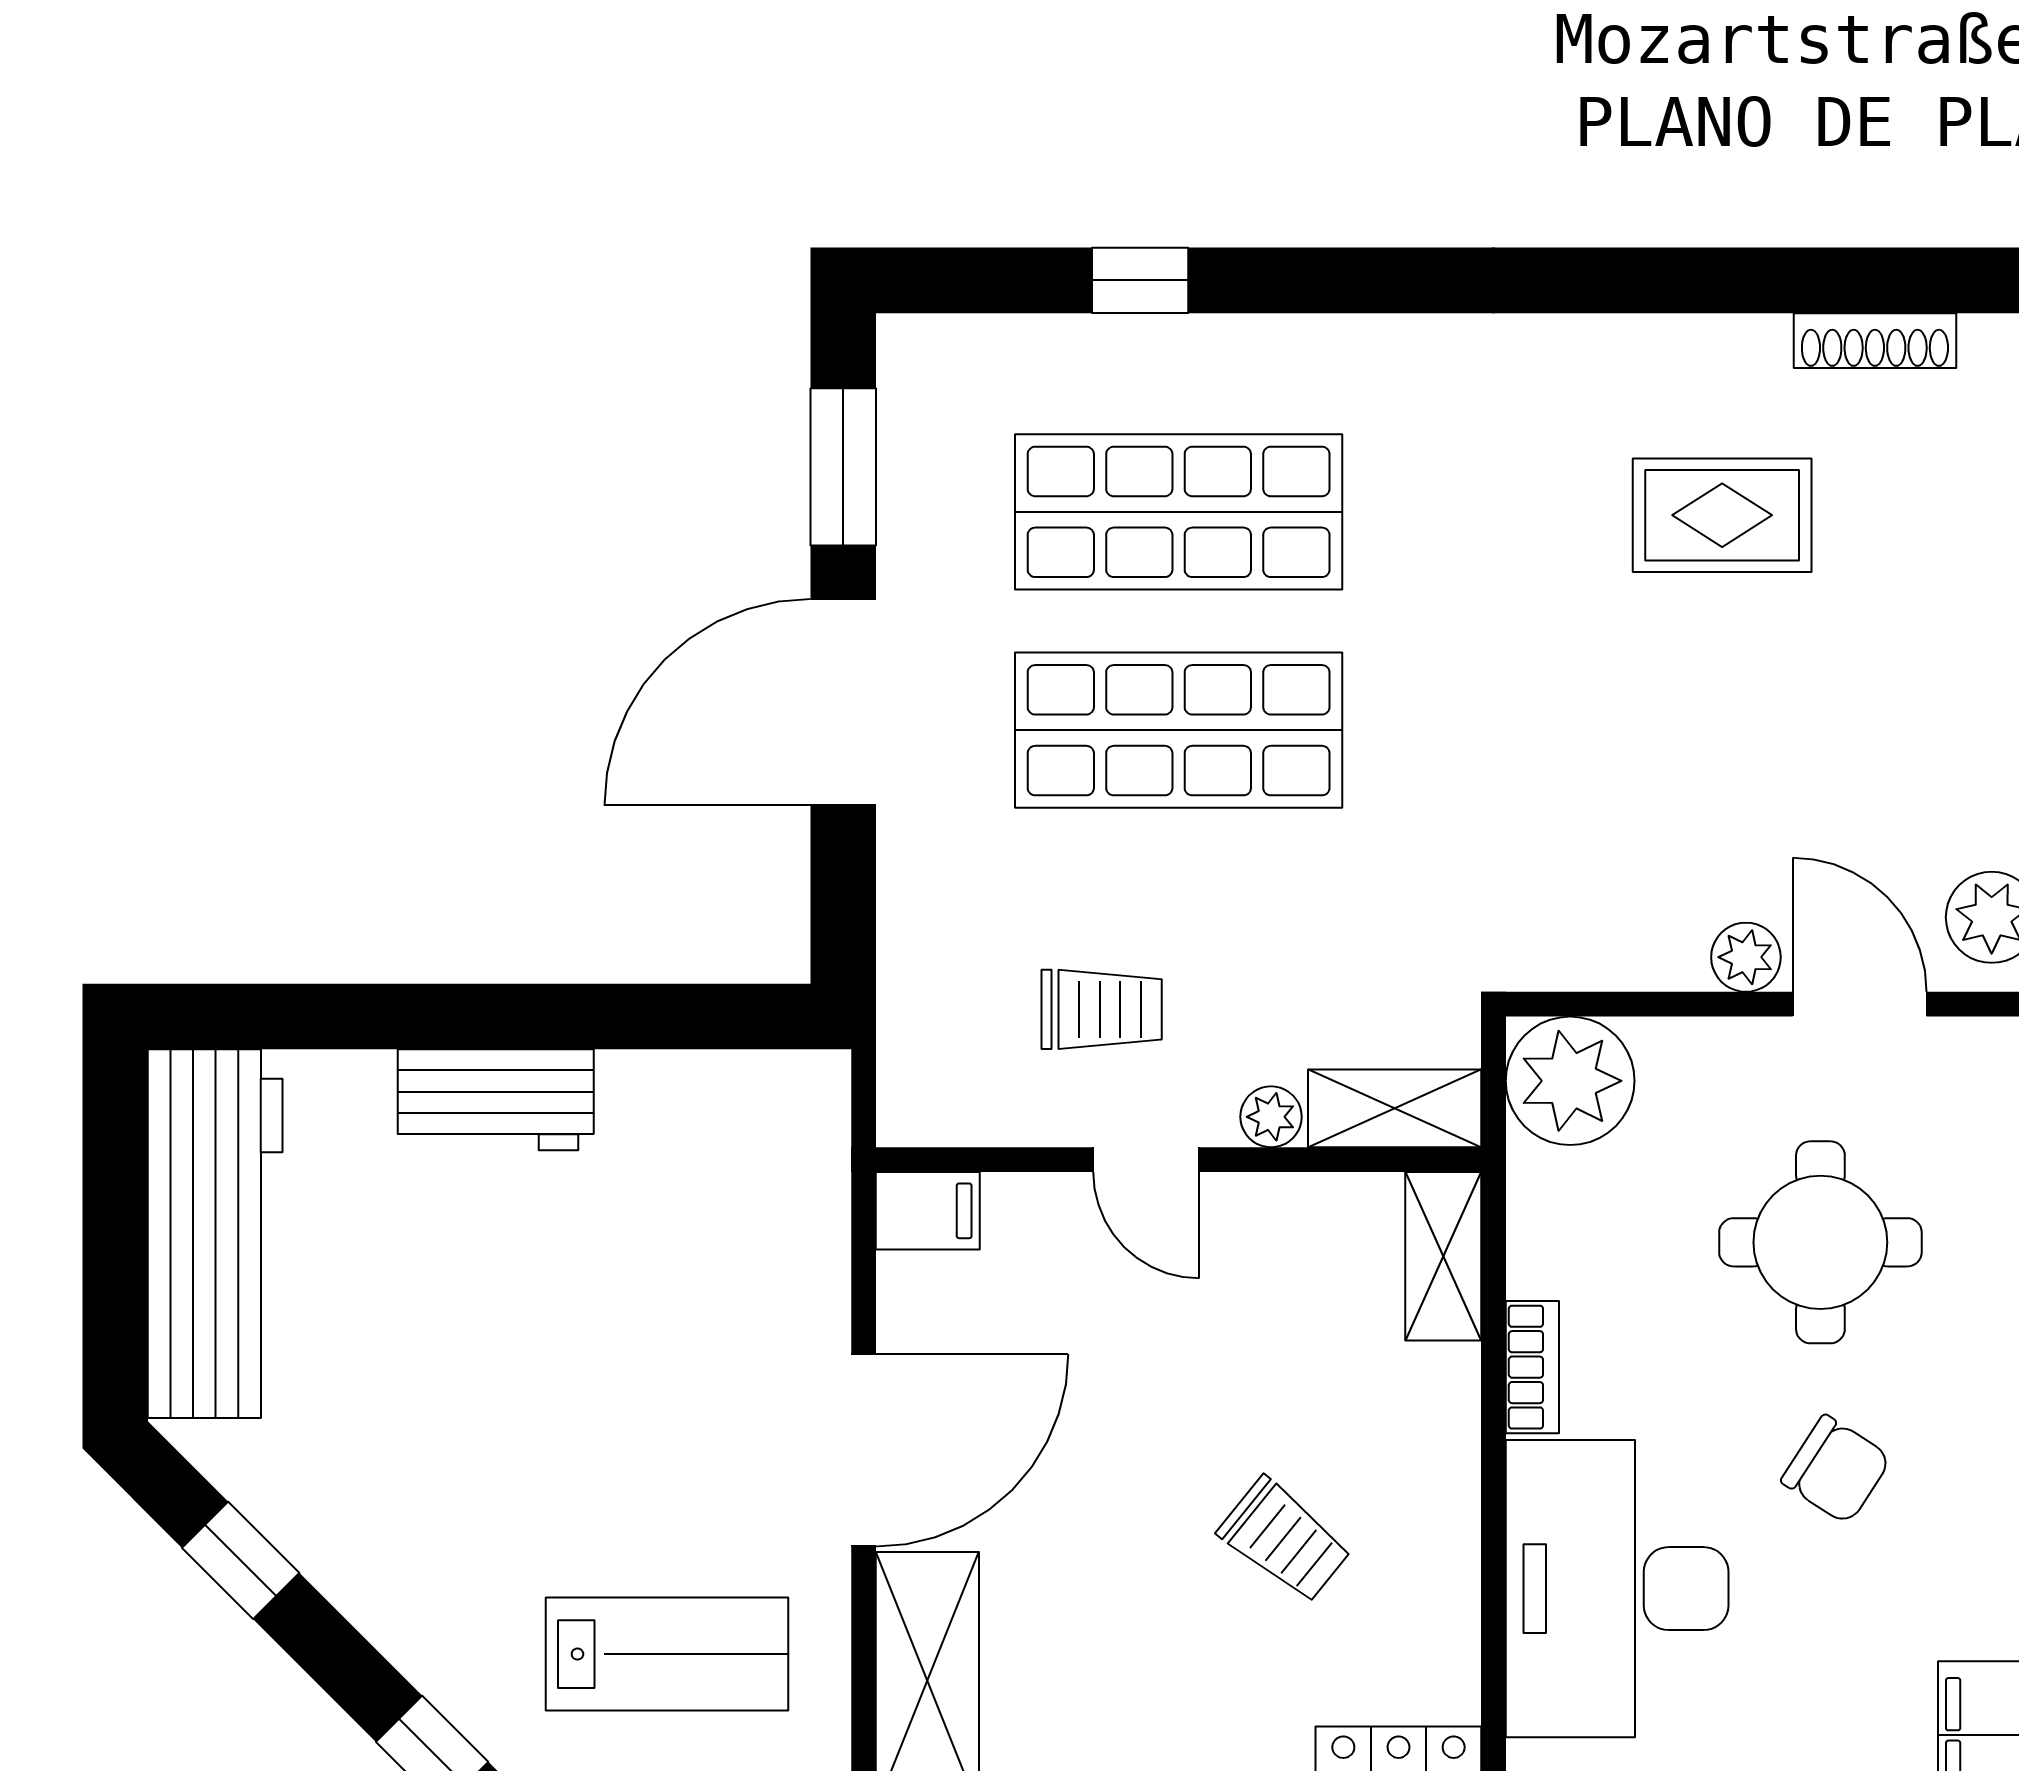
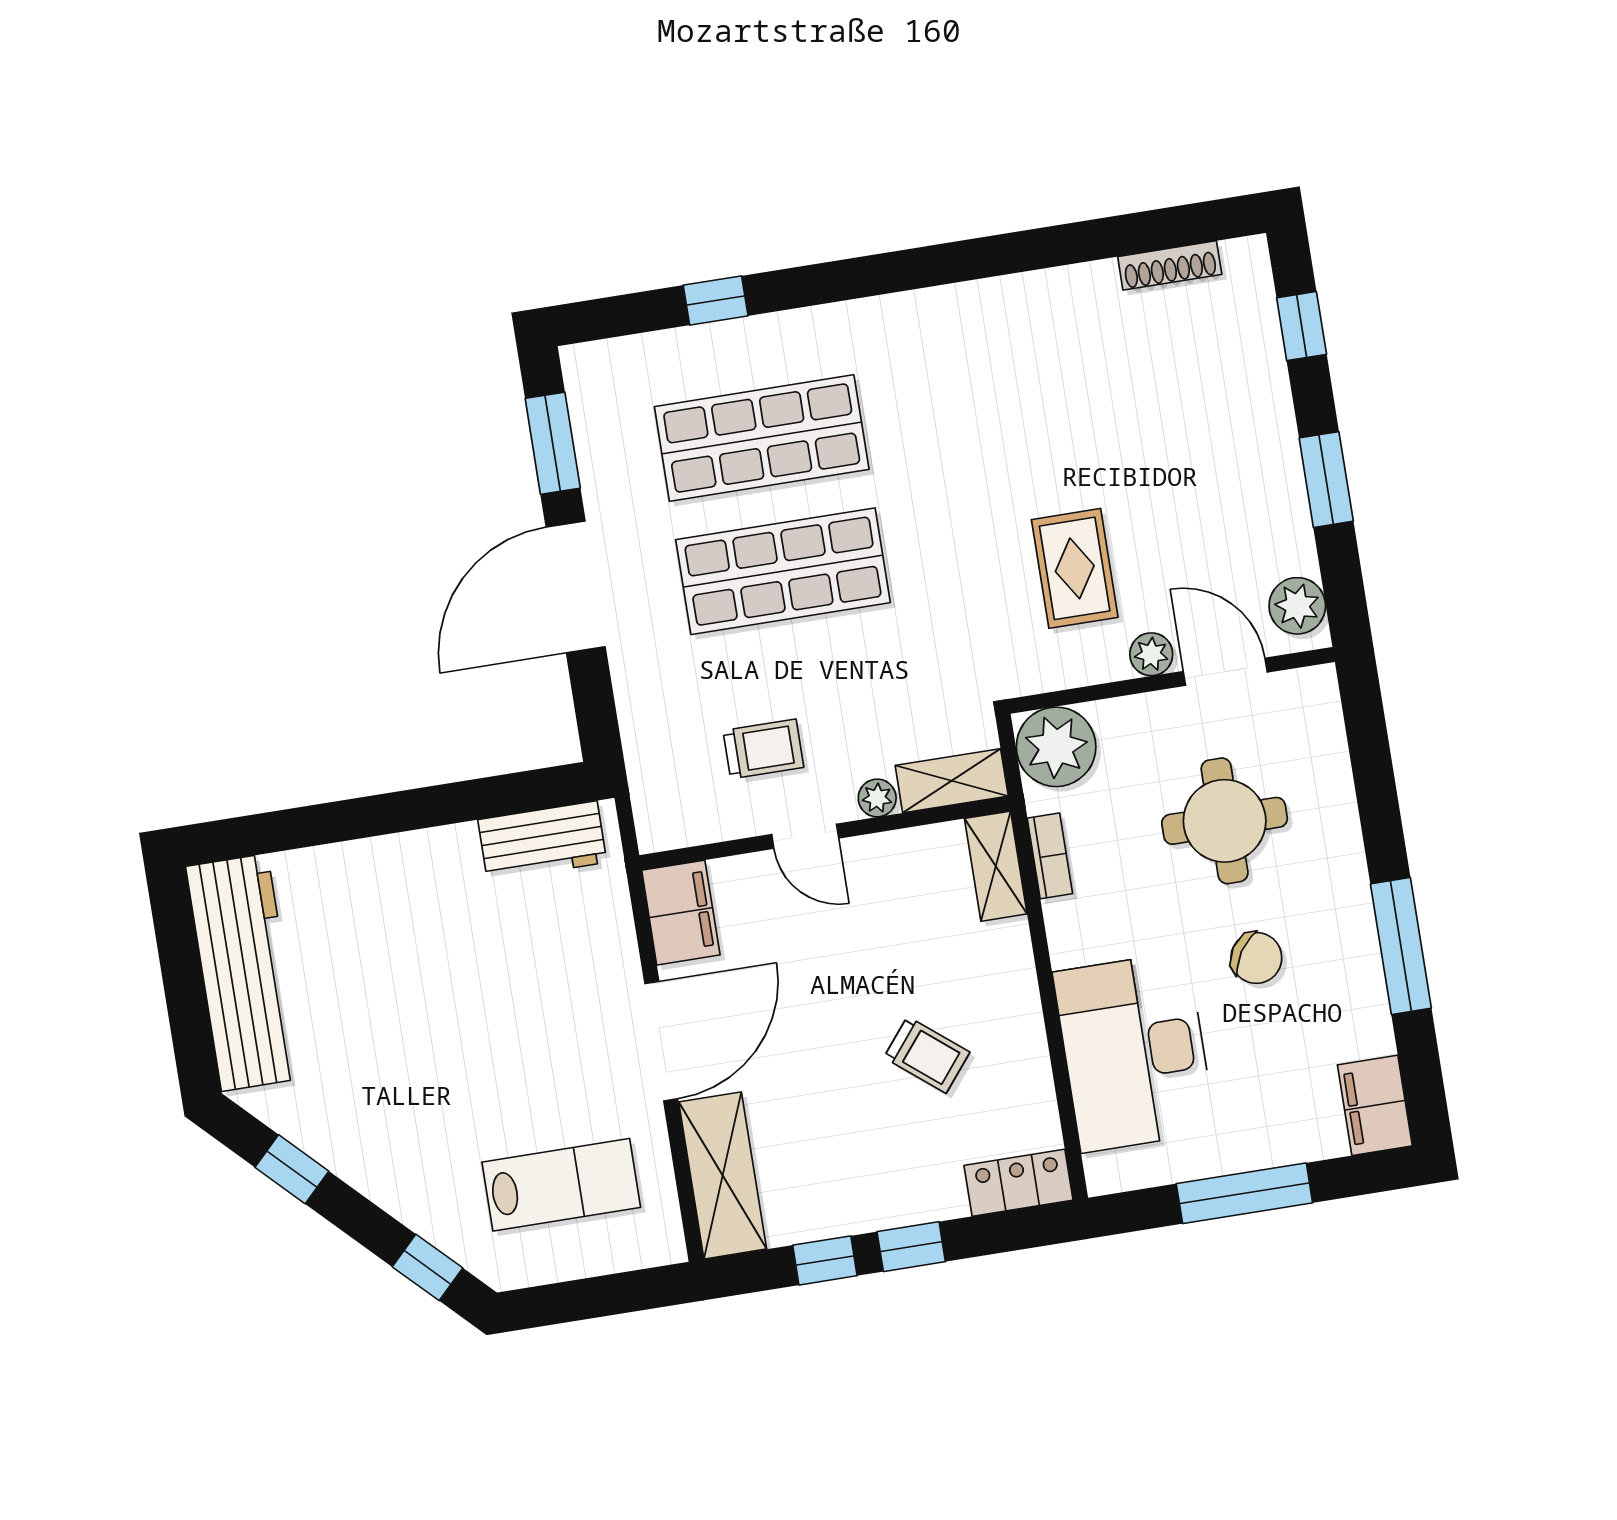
rug: (1722, 515) -> (1075, 568), moved, turned 90
workbench: (496, 1100) -> (542, 841), moved
filing cabinet: (928, 1211) -> (681, 913), width x2.00
bookcase: (1532, 1367) -> (1050, 856), moved

